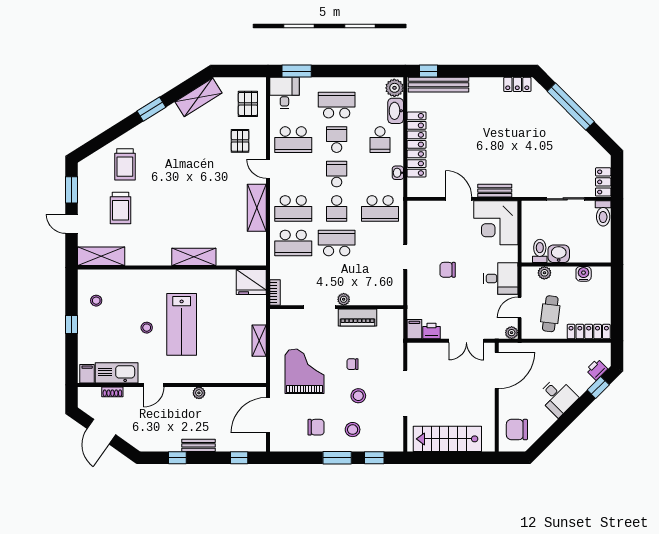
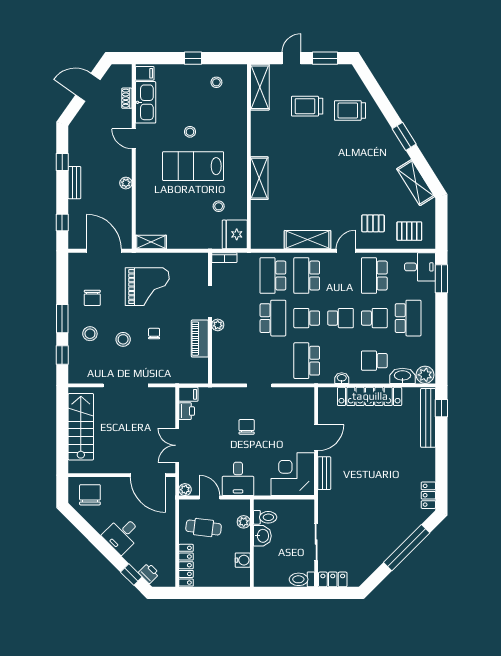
stool: (223, 298) -> (219, 206), added
shelving: (259, 341) -> (151, 242), moved

